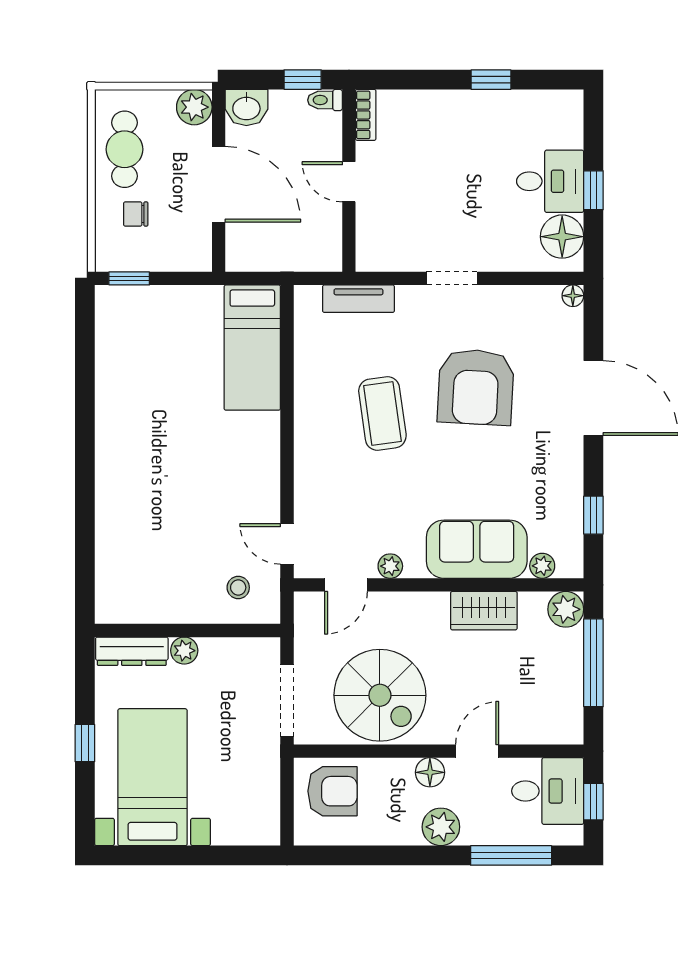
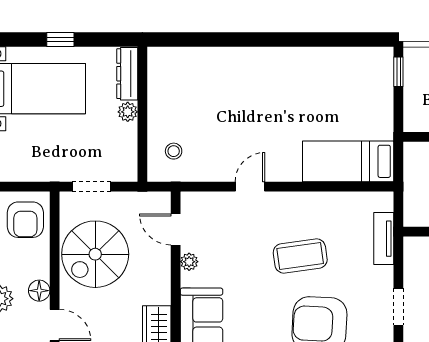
door: (287, 544) -> (250, 187), moved
doorway: (287, 700) -> (91, 187), width x0.73

